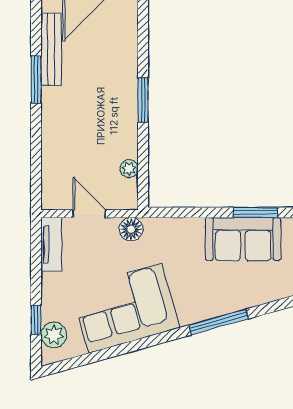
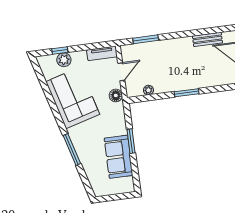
bench: (51, 49) -> (207, 39), width x0.73
window: (36, 80) -> (146, 39), moved
window: (255, 212) -> (131, 141), moved
plant: (54, 335) -> (64, 60), moved

